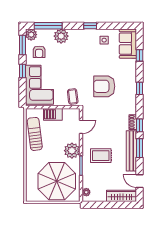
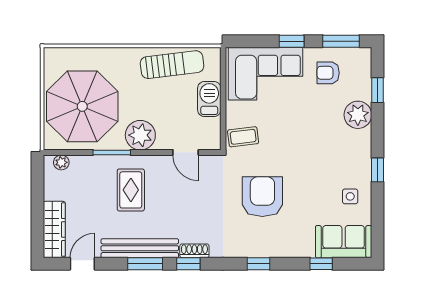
window: (48, 26) -> (377, 90), width x0.46
plant: (31, 35) -> (361, 58), removed

